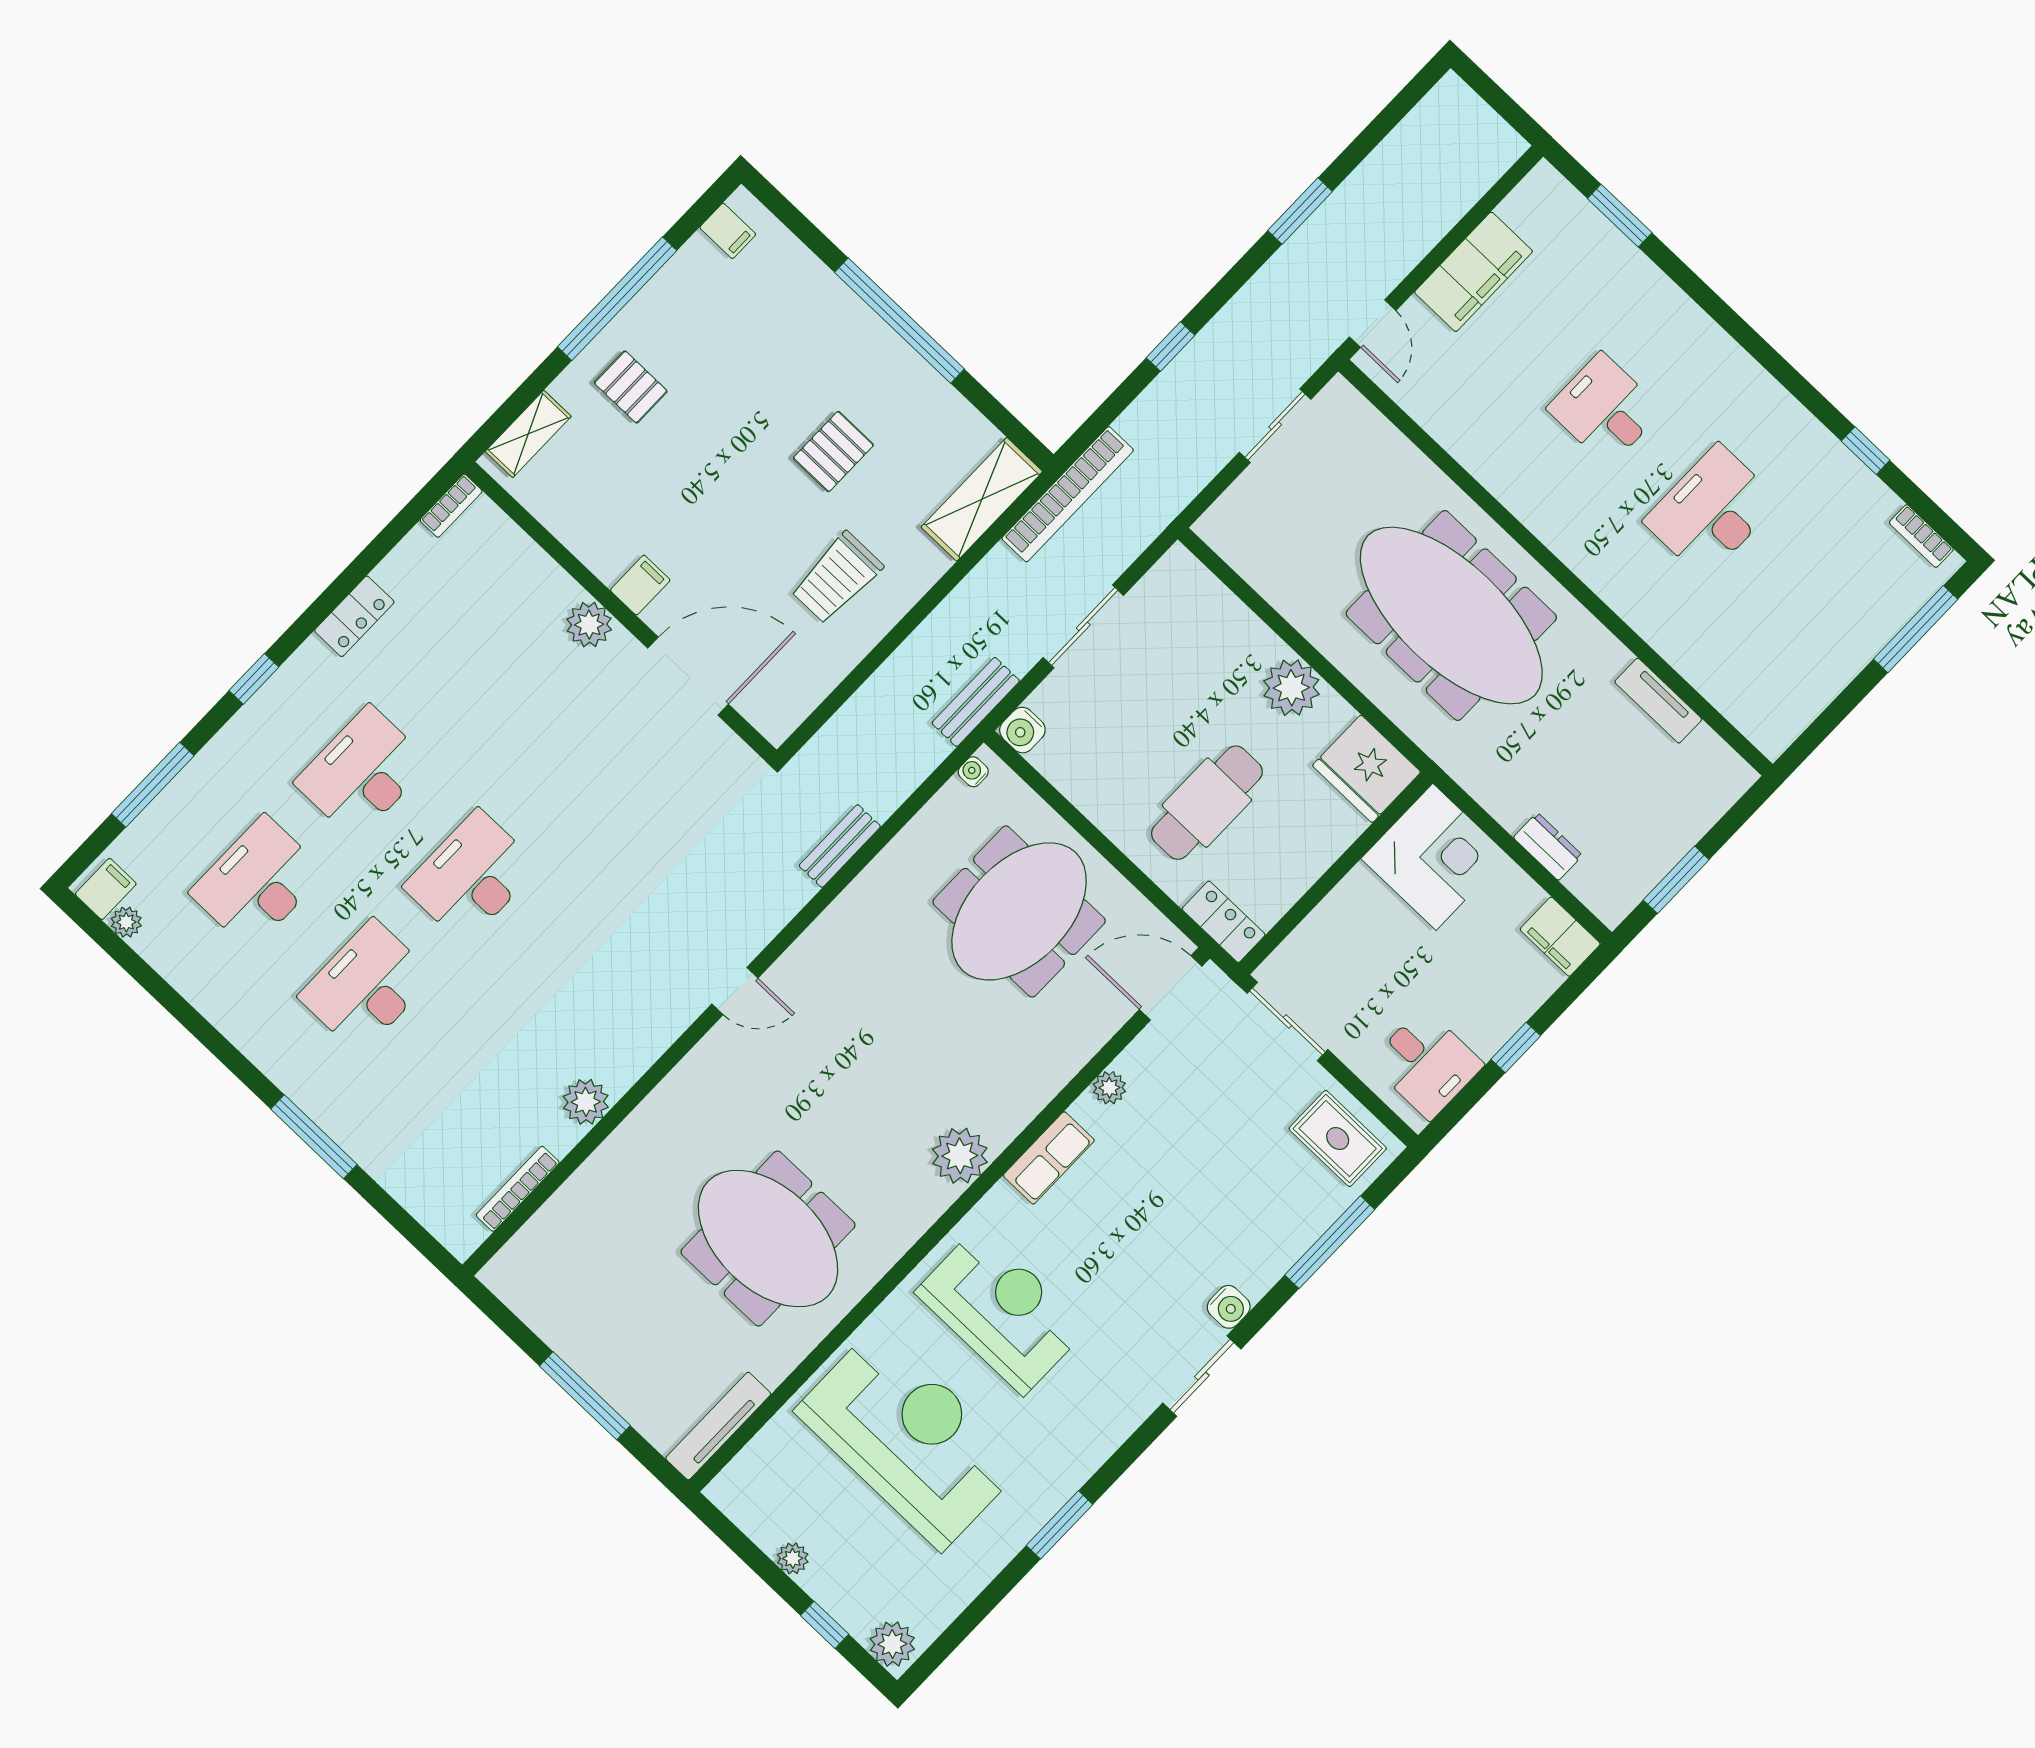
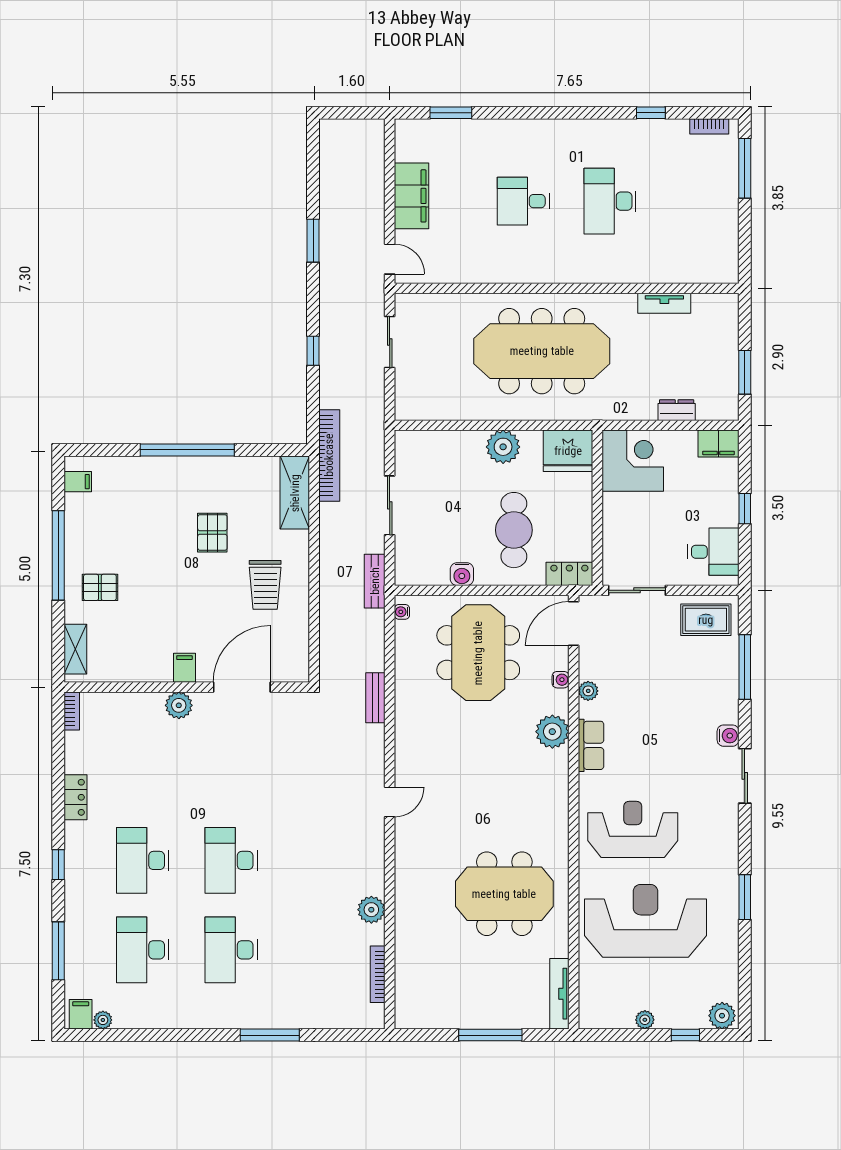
water cooler: (1022, 730) -> (462, 574), moved
water cooler: (1089, 1041) -> (561, 680), added
plant: (960, 1156) -> (552, 732), moved

